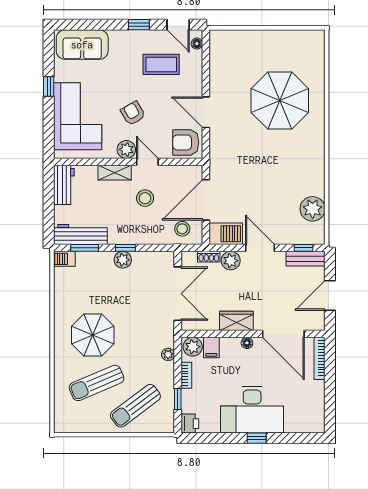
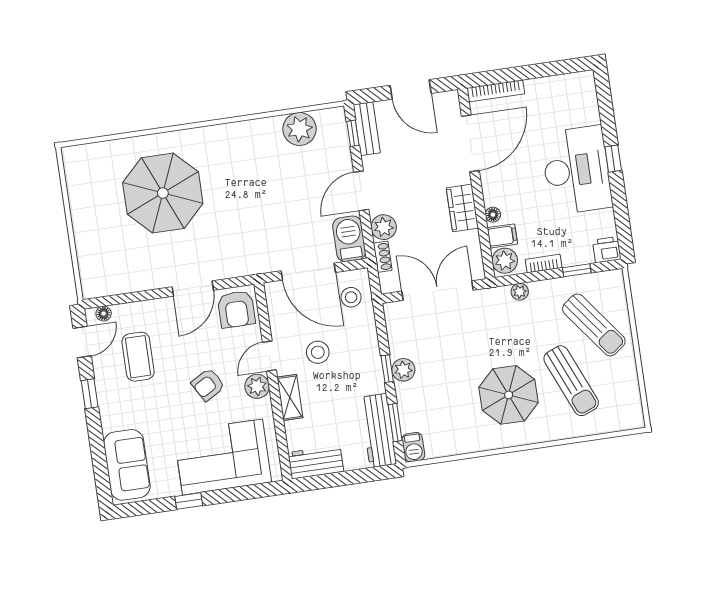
floor lamp: (247, 343) -> (493, 215), moved

